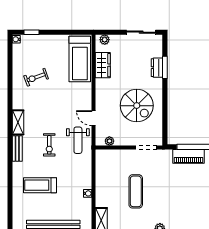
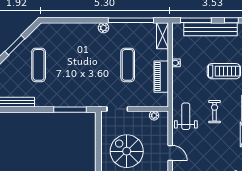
door: (94, 118) -> (170, 153), moved
piano: (189, 156) -> (161, 77), moved, turned -90

